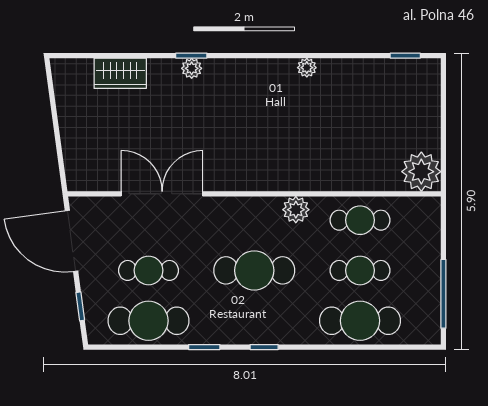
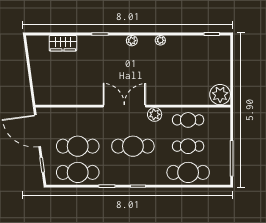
plant: (192, 68) -> (132, 41), moved
double door: (162, 194) -> (124, 106), moved
cafe table: (149, 270) -> (78, 146), width x1.37, depth x1.35

